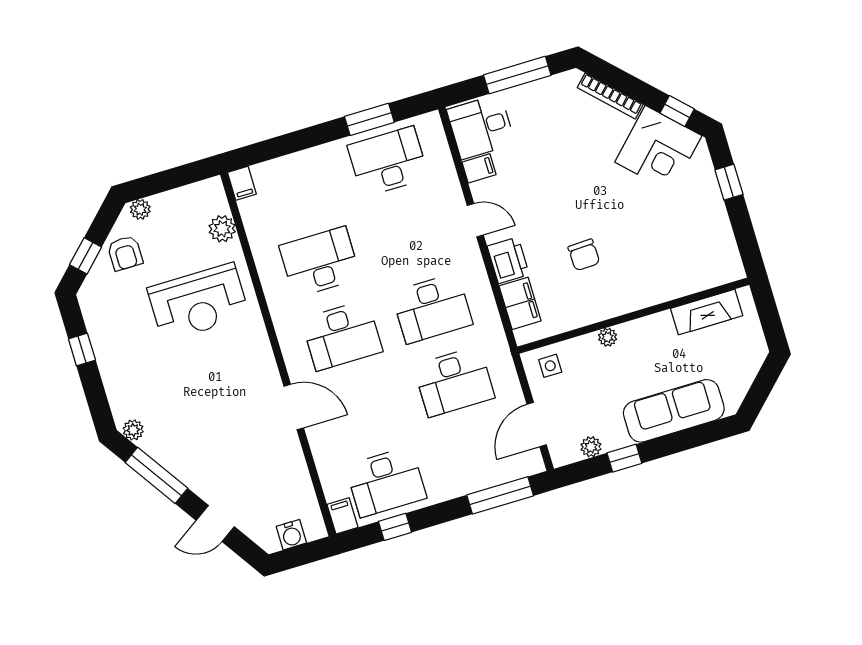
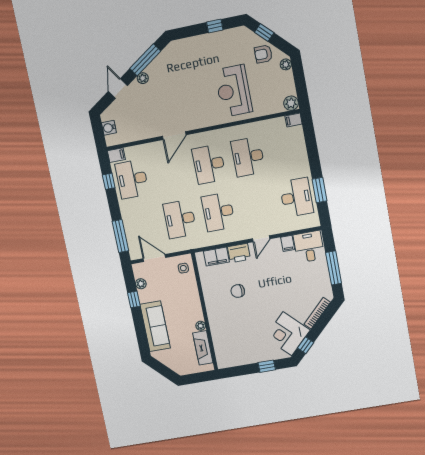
plant: (222, 229) -> (291, 103), moved
desk: (320, 262) -> (248, 157), turned 180
plant: (608, 337) -> (201, 326), moved
plant: (133, 430) -> (143, 78), moved

